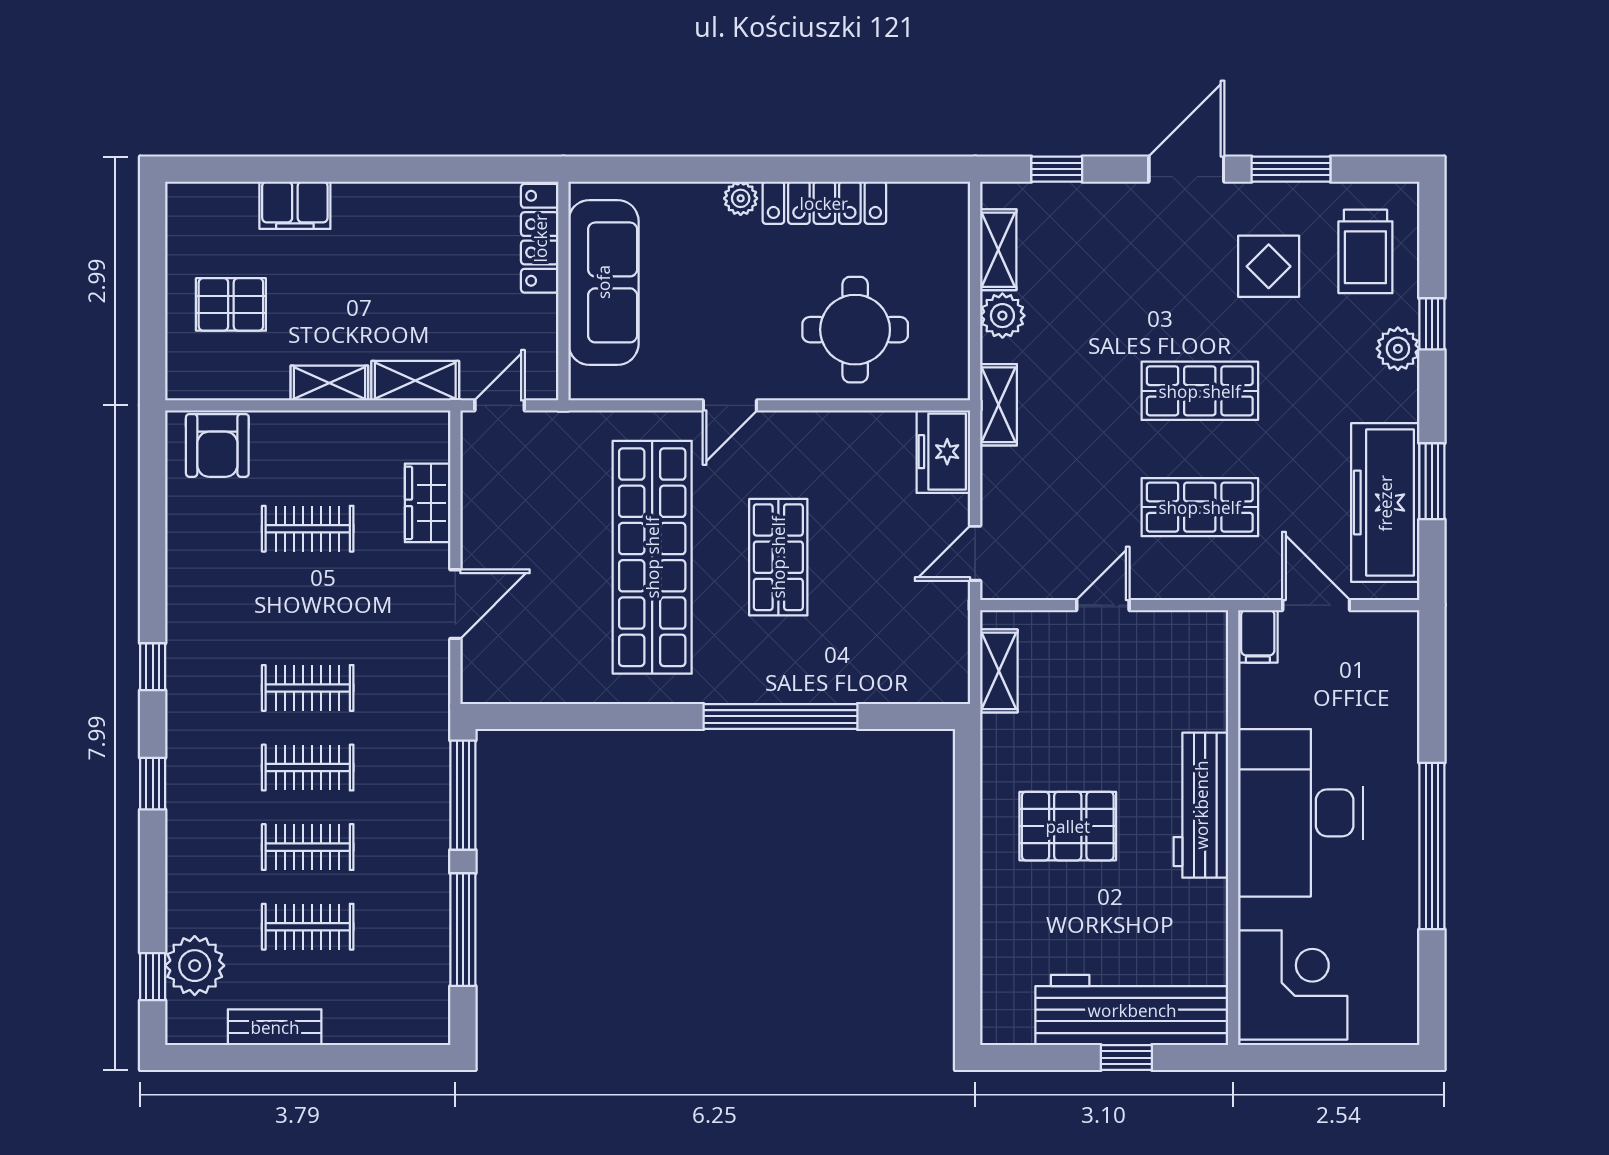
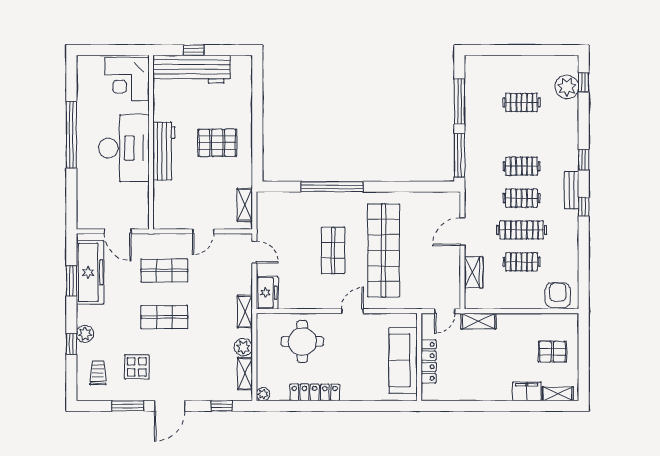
plant: (741, 198) -> (263, 394), moved
locker: (540, 238) -> (429, 361), moved
trolley: (1365, 251) -> (98, 373), width x0.73, depth x0.72
shelving: (329, 383) -> (558, 394), moved
door: (975, 553) -> (254, 252), hinge flipped
filing cabinet: (1258, 636) -> (141, 219), removed
clothes rail: (308, 847) -> (522, 230), moved, width x1.36
bench: (275, 1027) -> (572, 190), moved, turned 90

